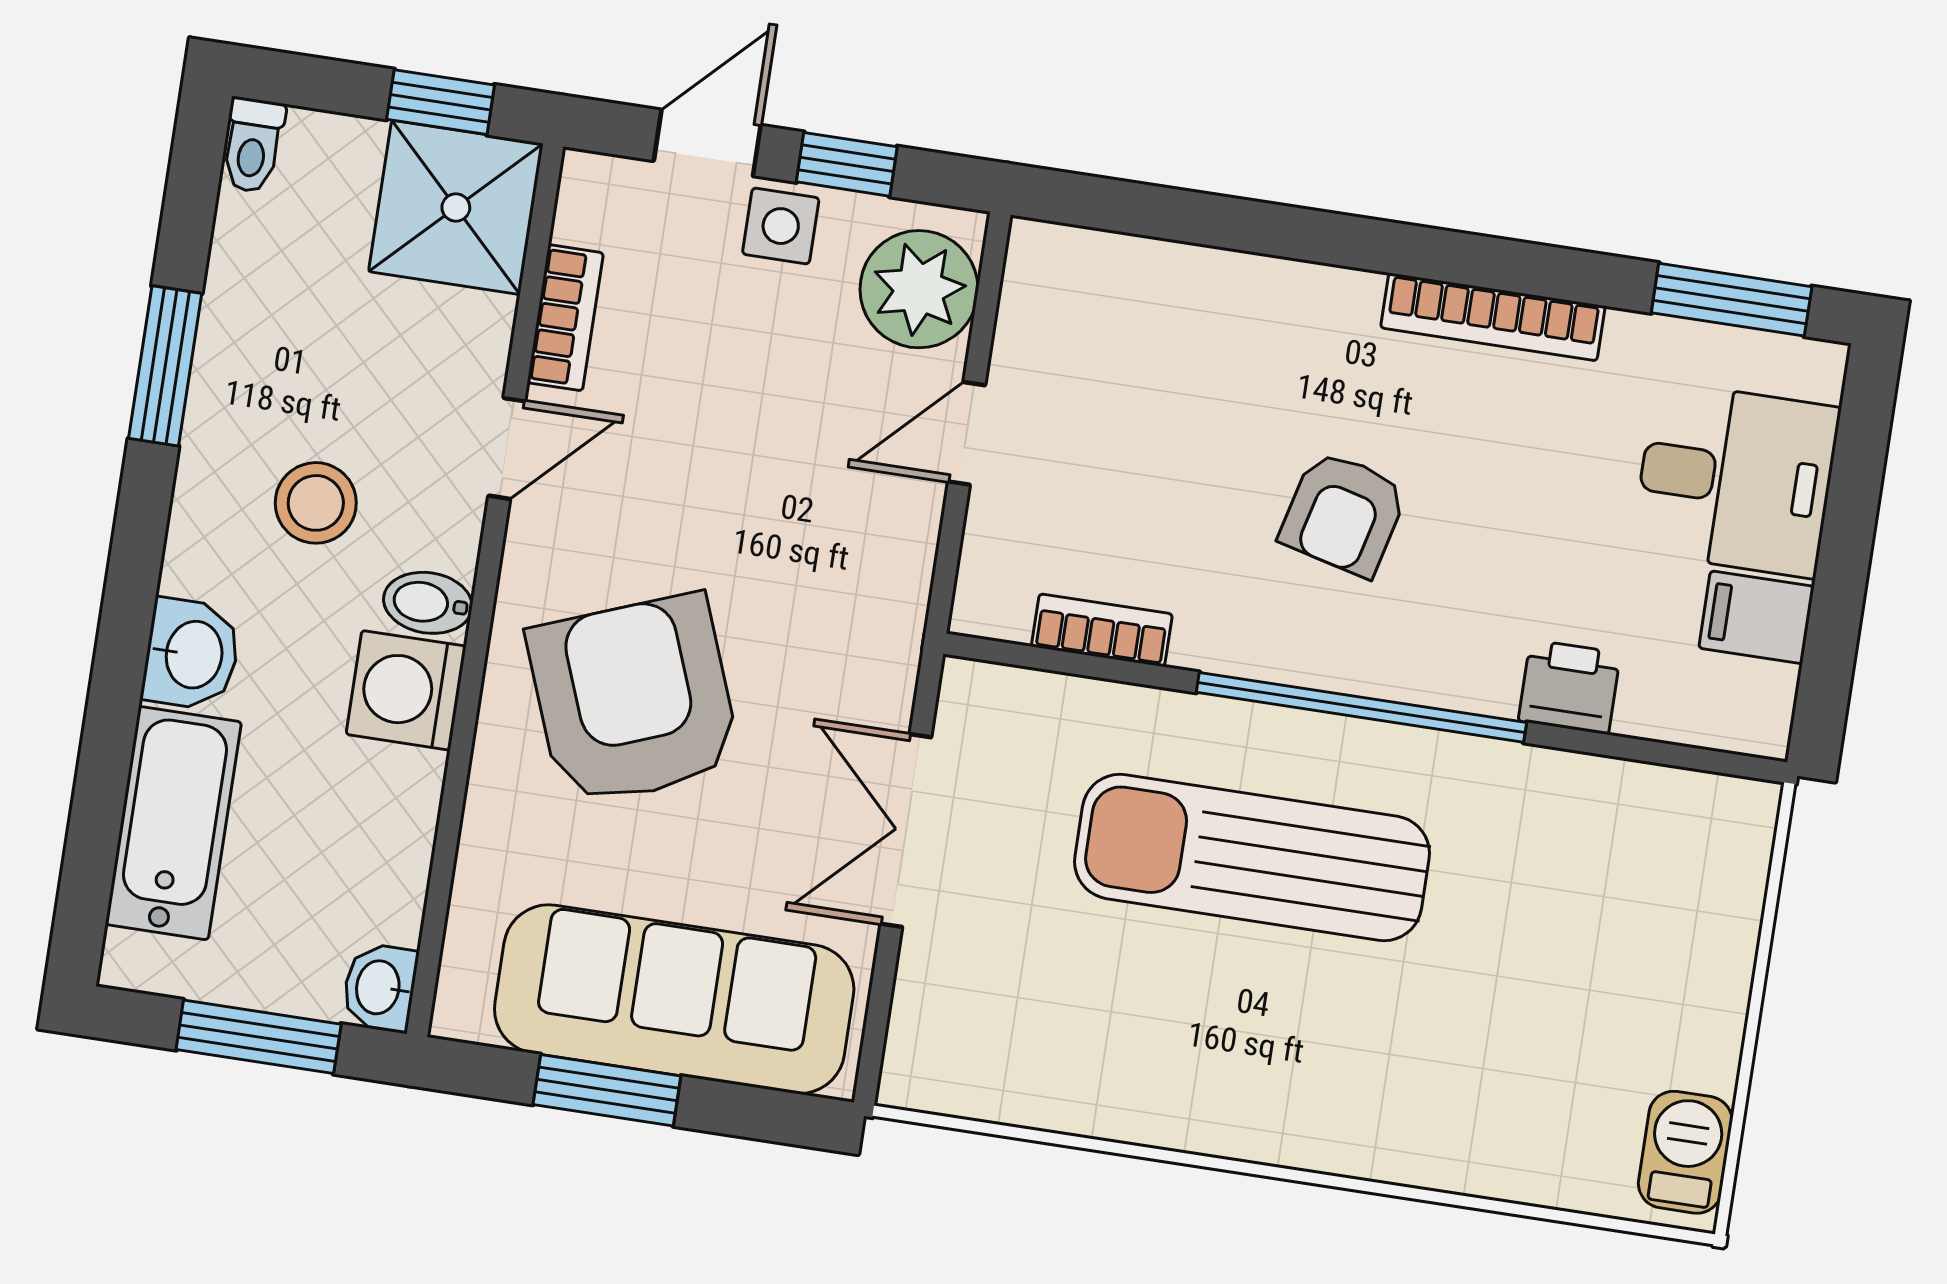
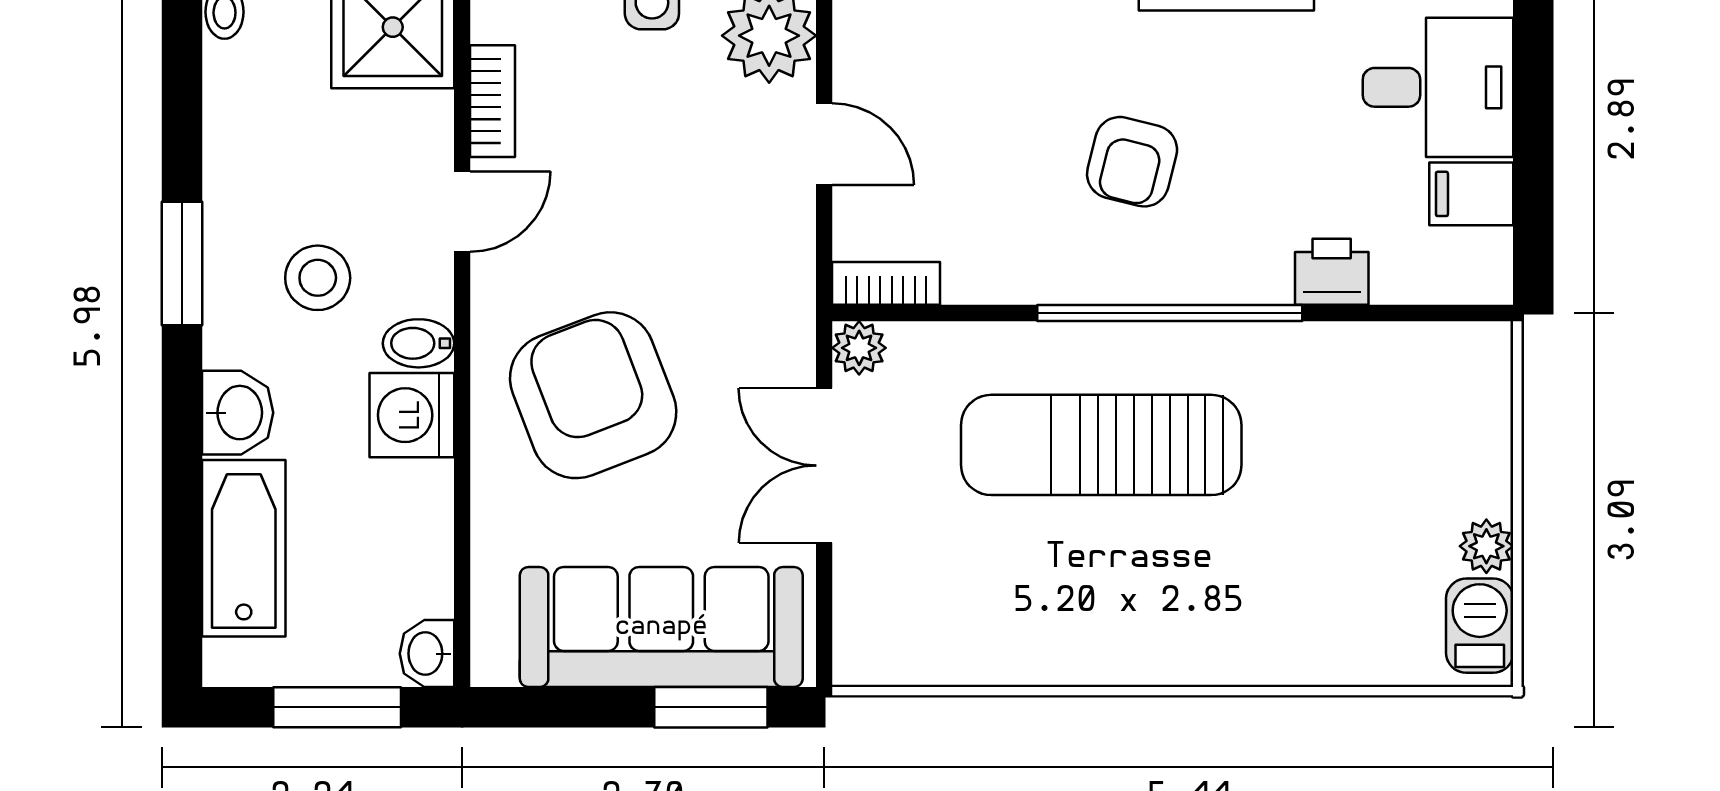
window: (165, 366) -> (182, 263), moved
door: (967, 433) -> (824, 144), swing flipped
bookcase: (1102, 630) -> (886, 283), moved
plant: (971, 692) -> (859, 348), added
plant: (1709, 1055) -> (1486, 546), added
window: (607, 1090) -> (711, 707), moved

